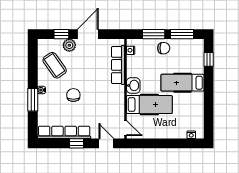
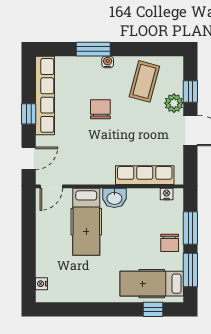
coffee table: (55, 65) -> (144, 81), turned -40
hospital bed: (182, 83) -> (152, 284), moved, turned -90
chair: (73, 95) -> (100, 109), turned -90

